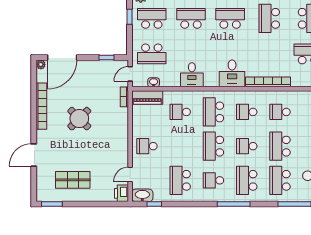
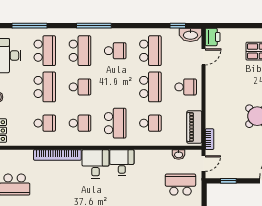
desk: (192, 75) -> (122, 162), moved
piano: (147, 97) -> (194, 127), moved, turned -90
school desk: (213, 146) -> (150, 87), moved

